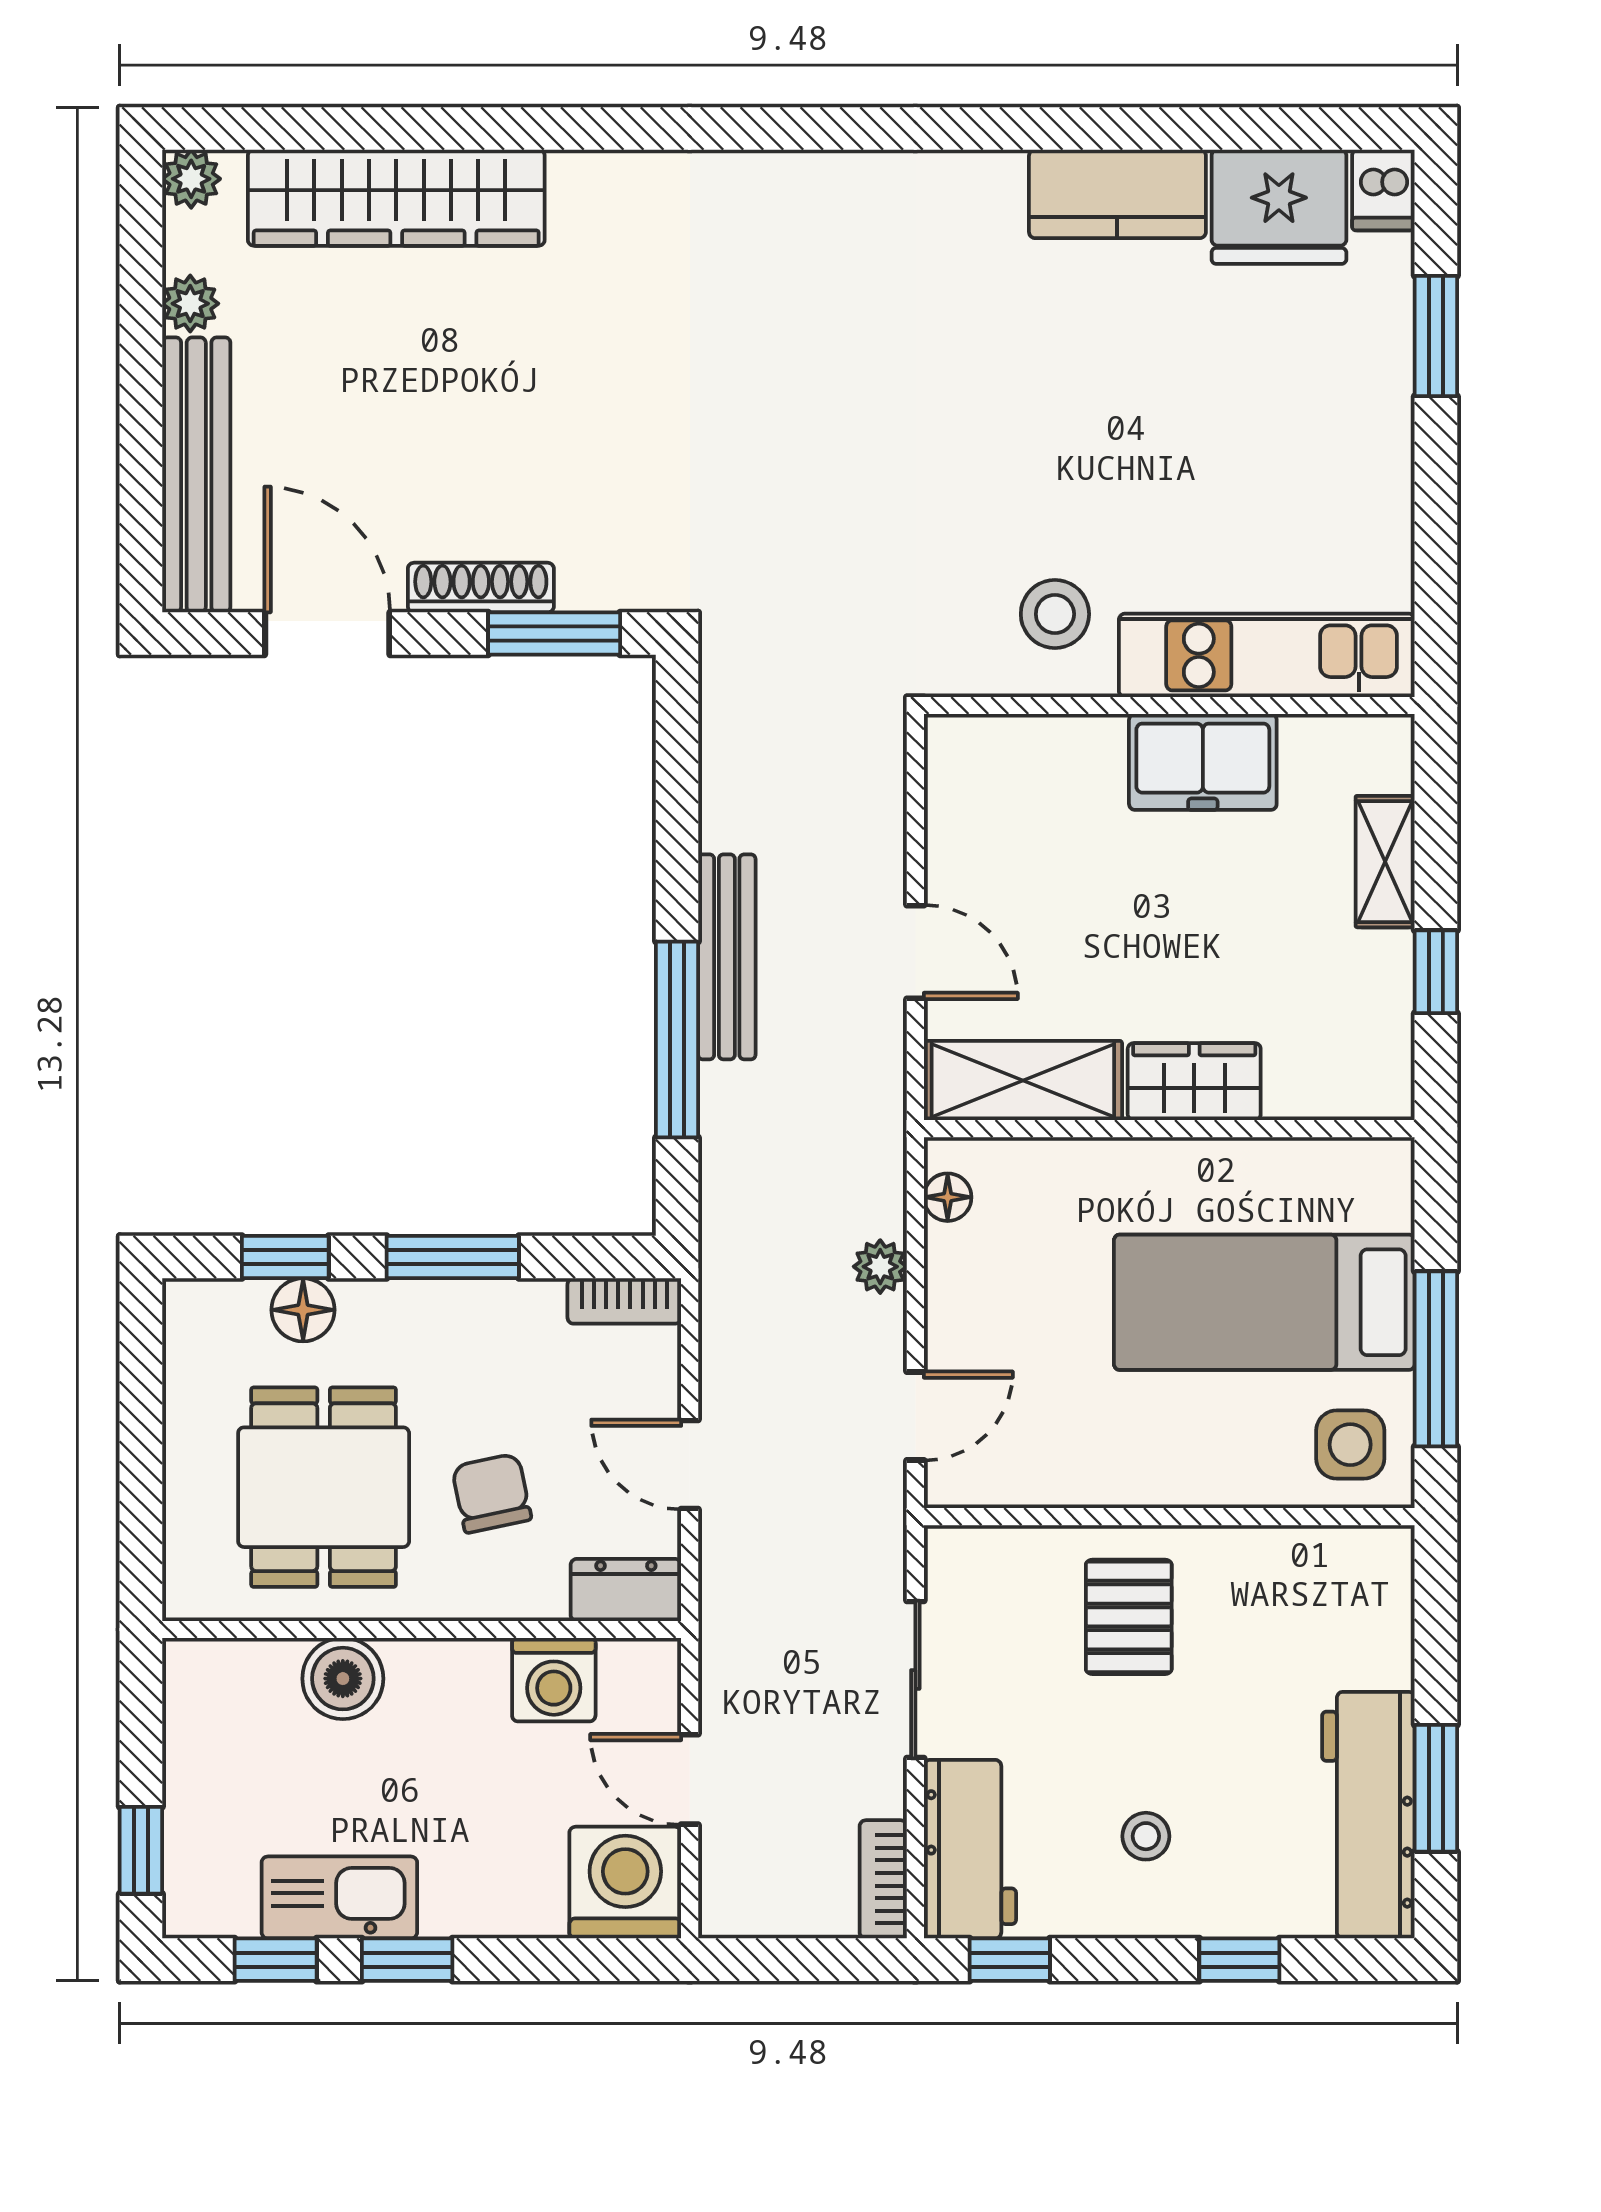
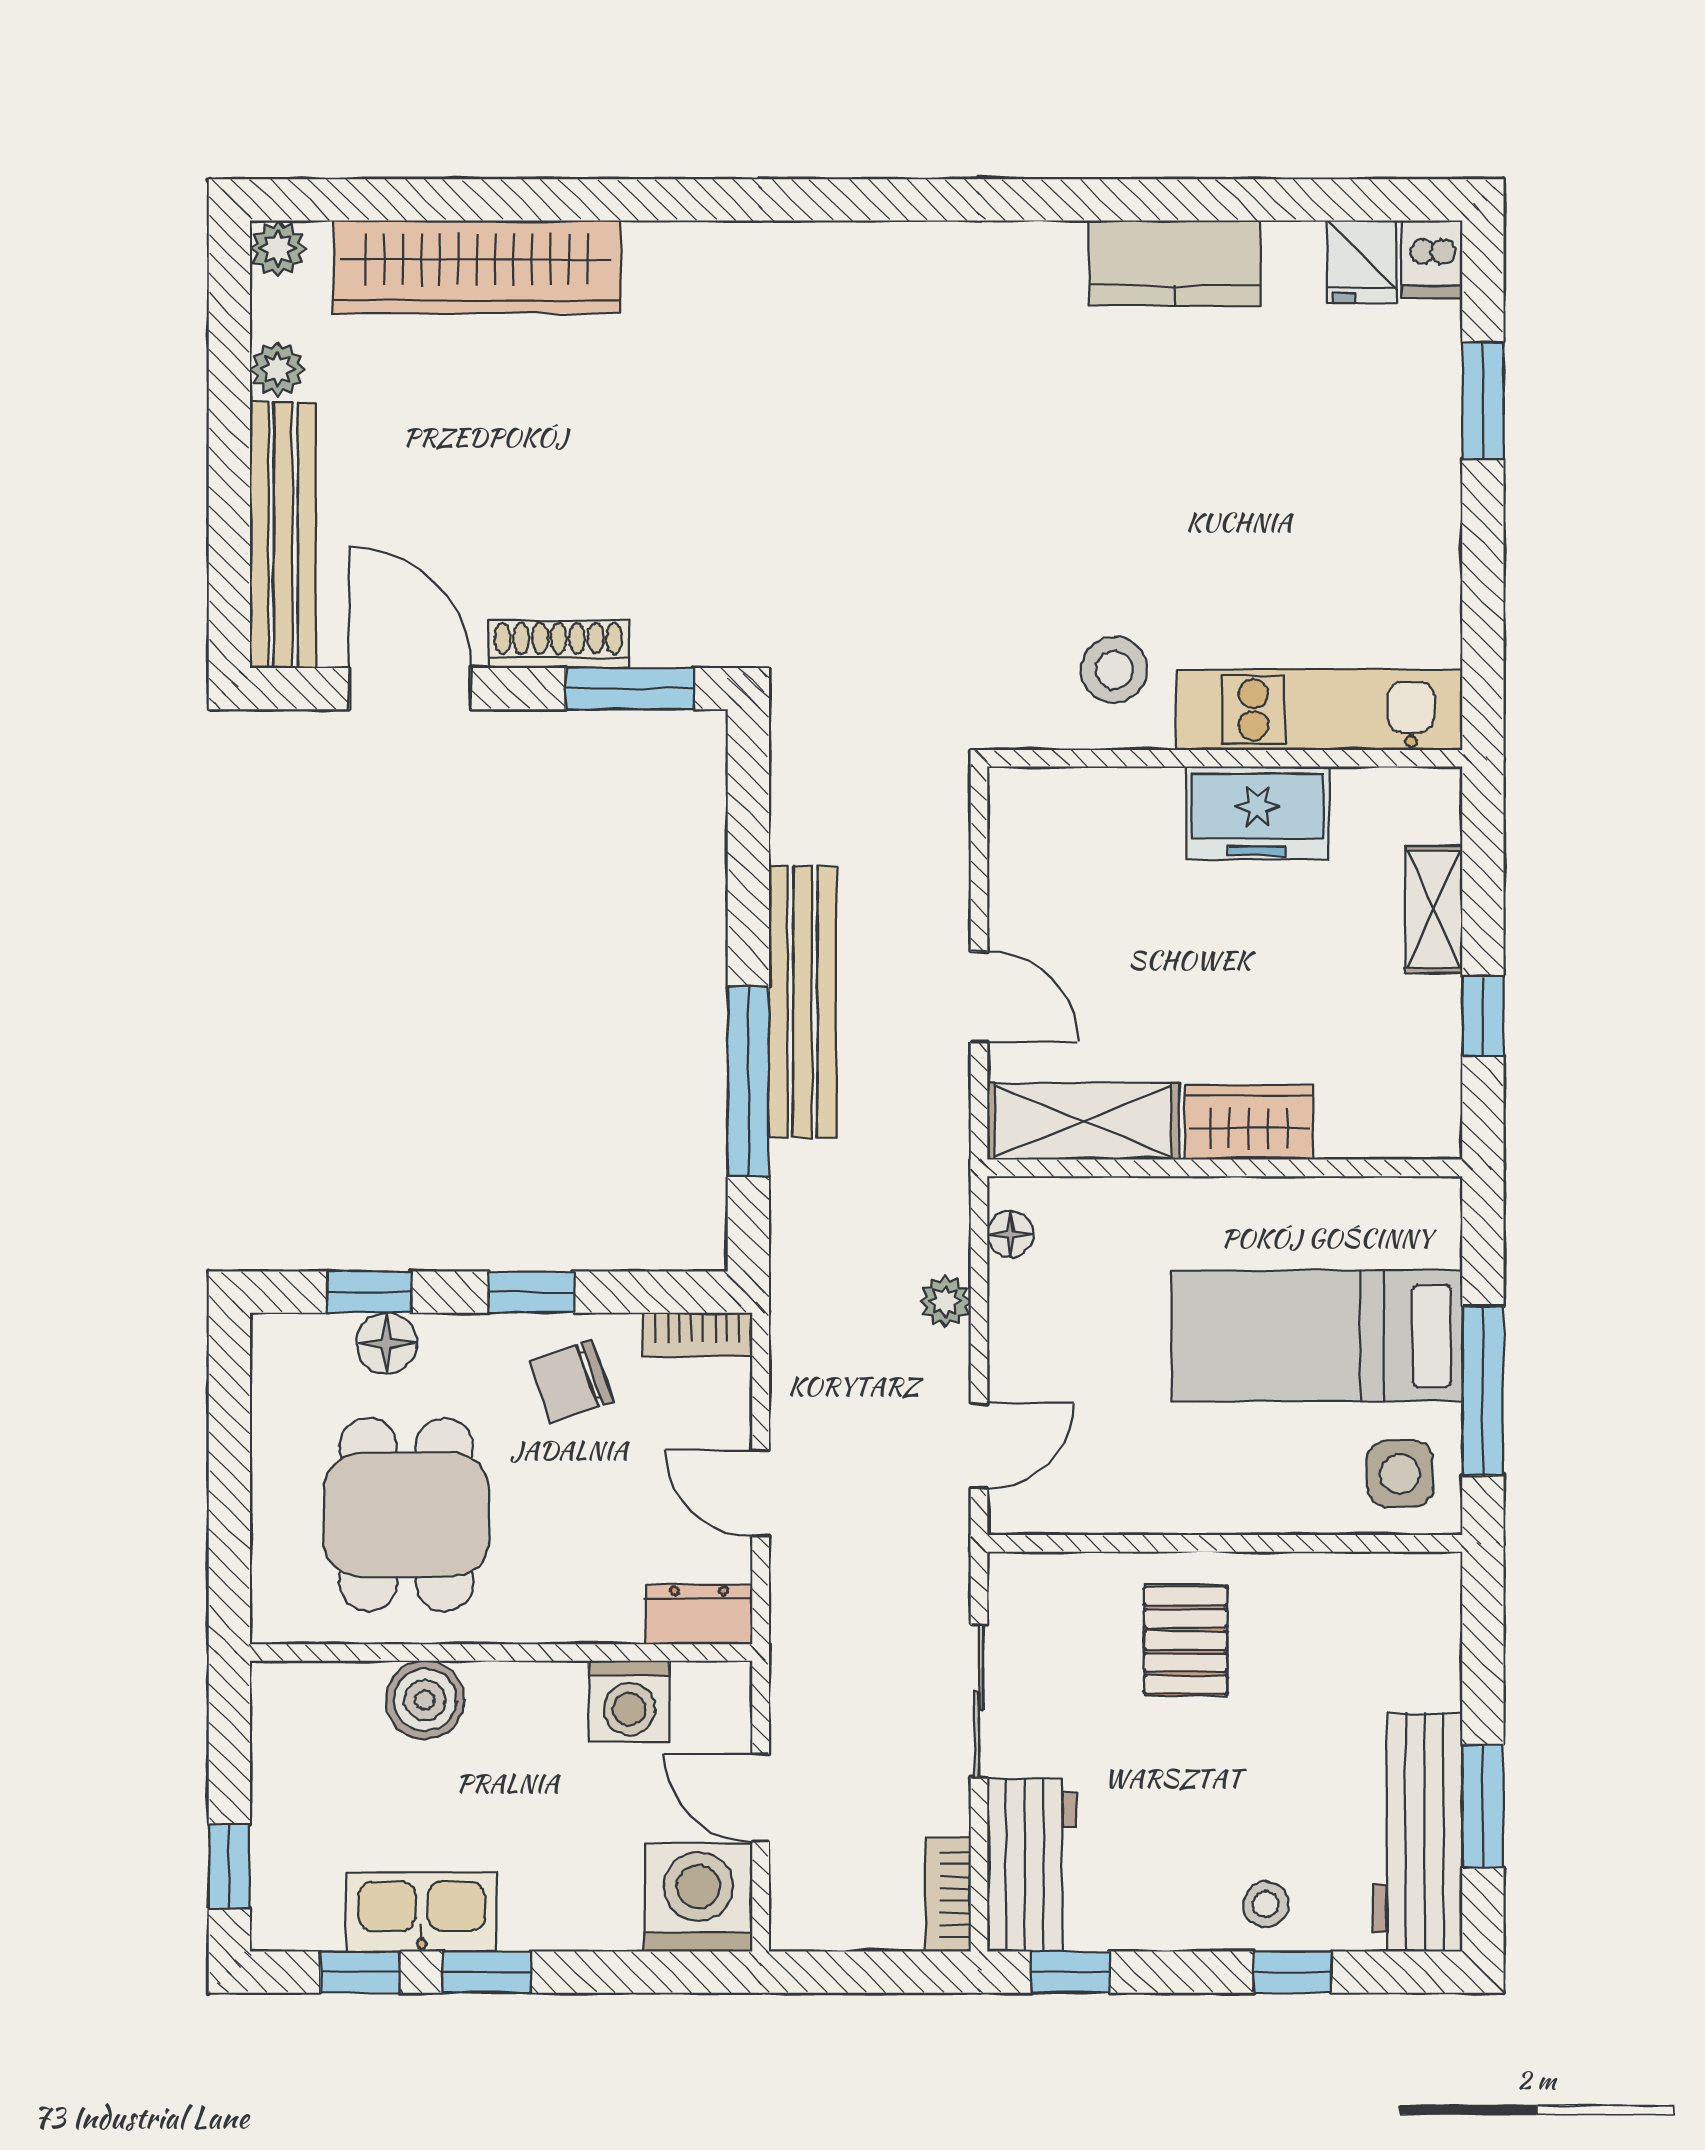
fridge: (1279, 207) -> (1362, 262), width x0.53, depth x0.75
bench: (727, 957) -> (803, 1002), width x1.37, depth x1.21
window: (453, 1257) -> (531, 1292), width x0.67
chair: (492, 1493) -> (571, 1381), moved, turned -97
stool: (1146, 1836) -> (1266, 1904), moved

